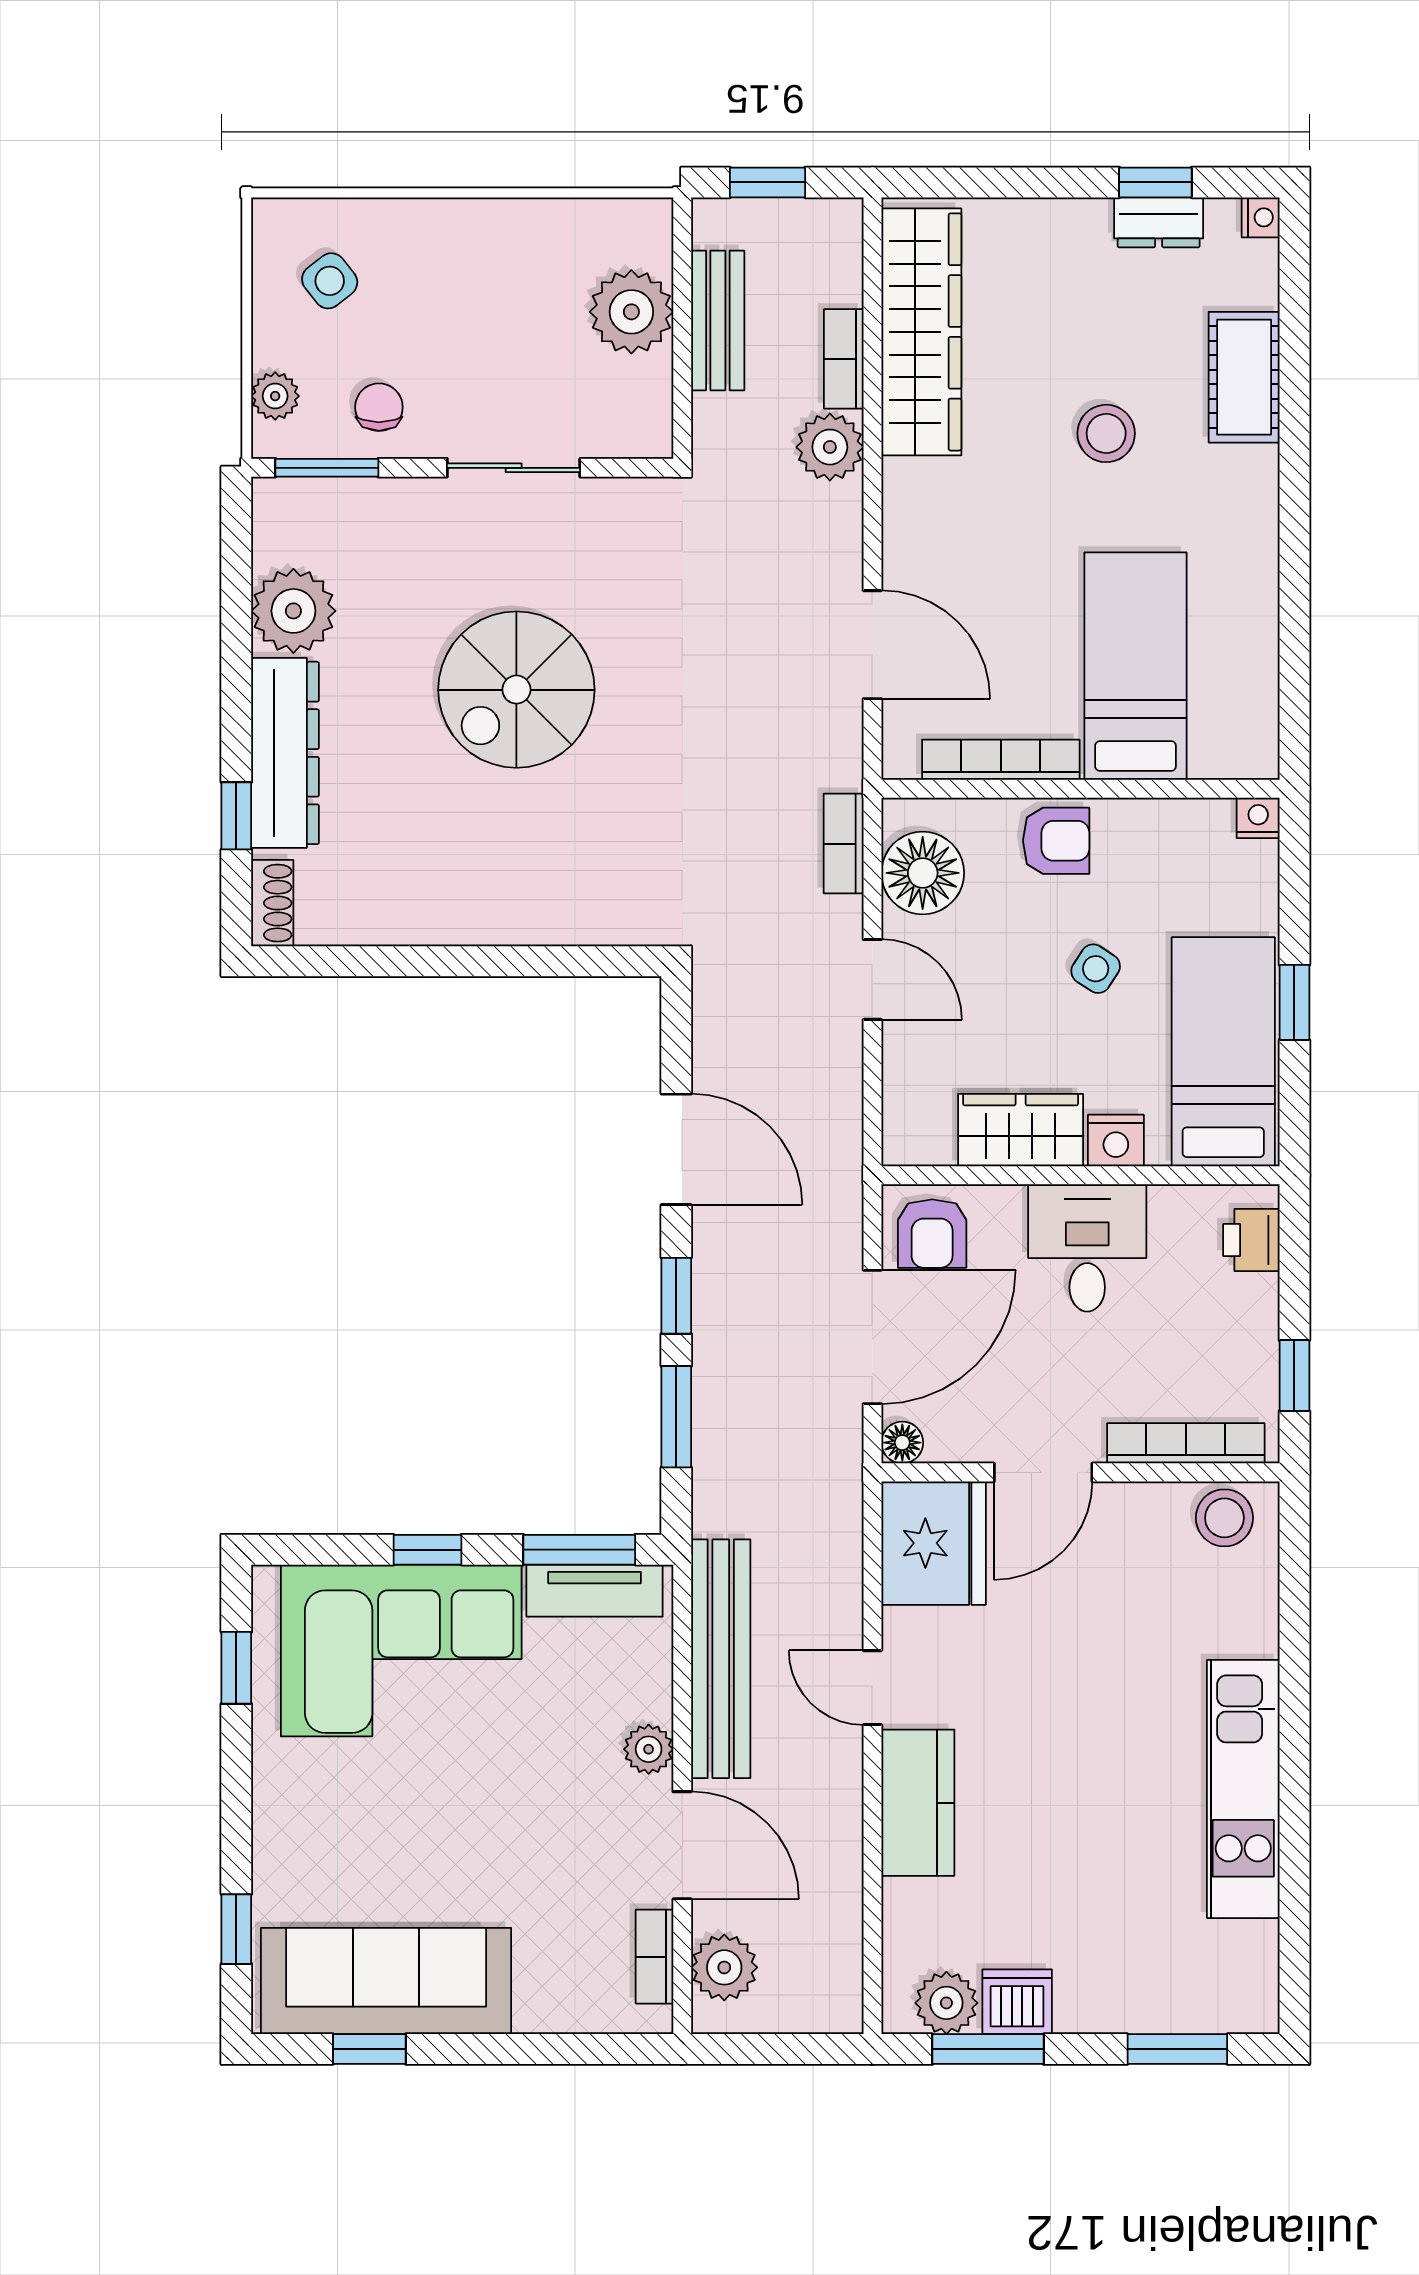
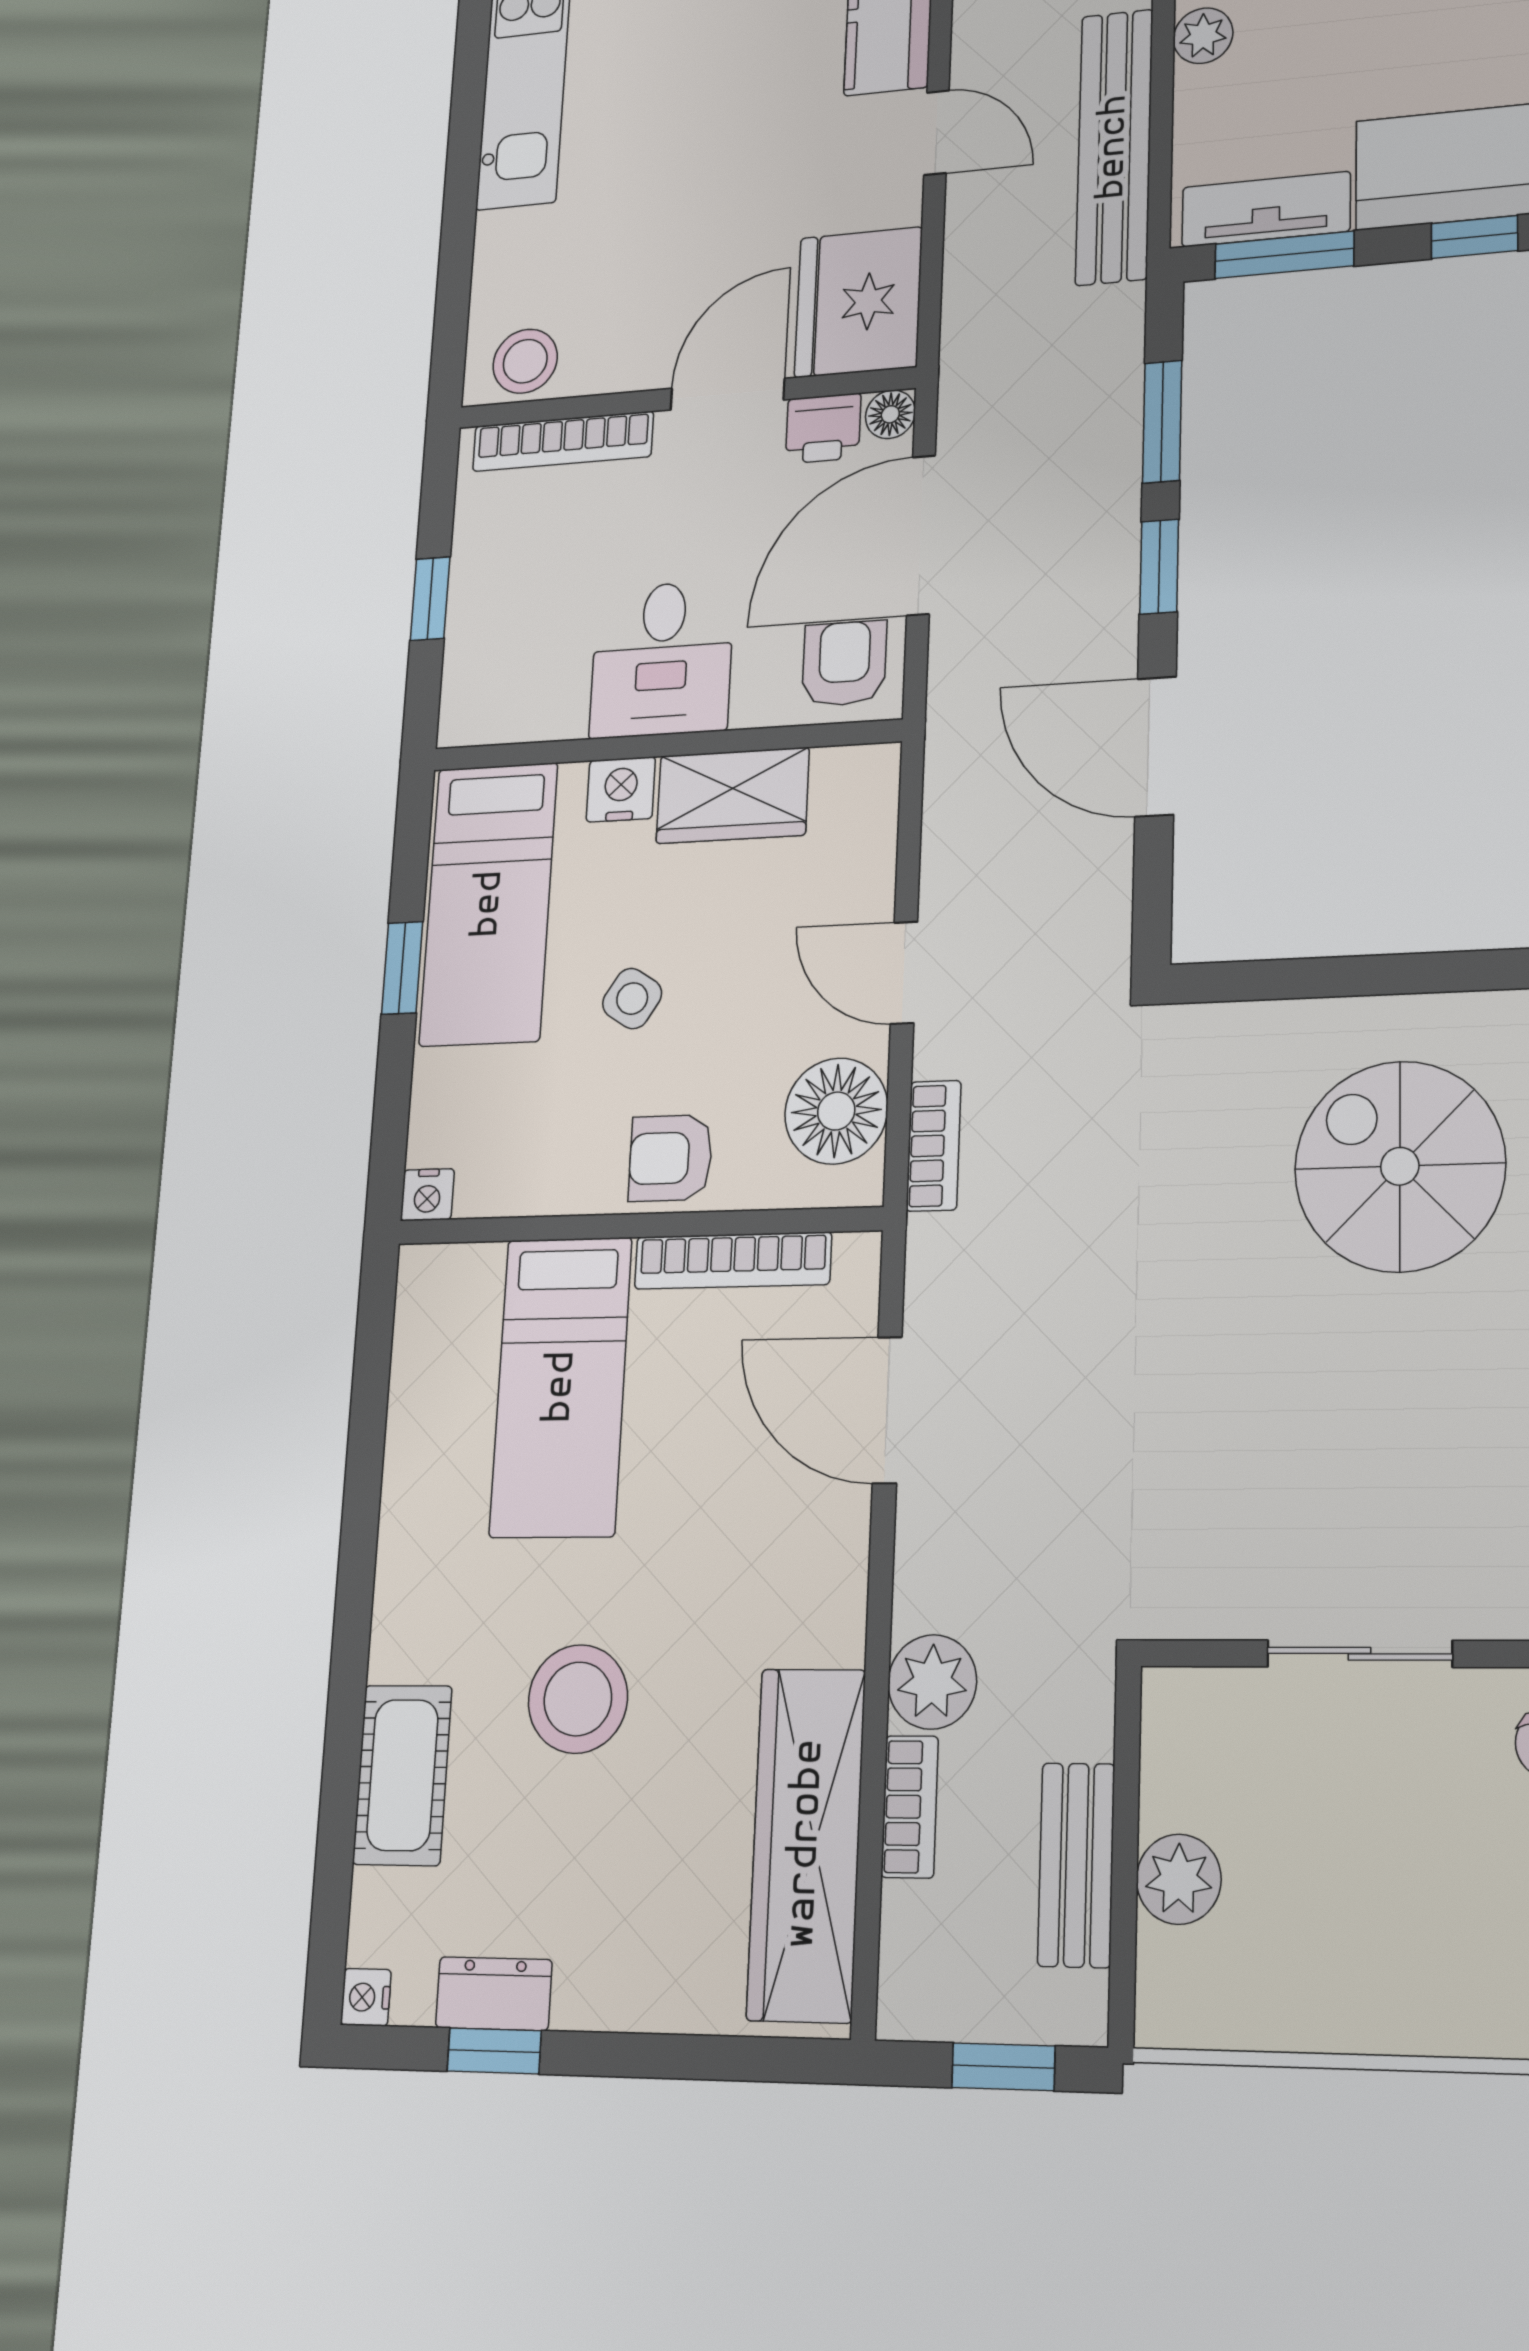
plant: (631, 312) -> (1179, 1879), width x0.73, depth x0.73
stool: (1106, 433) -> (578, 1699), width x1.38, depth x1.38
spiral stairs: (516, 690) -> (1400, 1166), moved, turned -90
printer: (1251, 1240) -> (823, 428), moved, turned 90
window: (1294, 1376) -> (430, 599), moved

